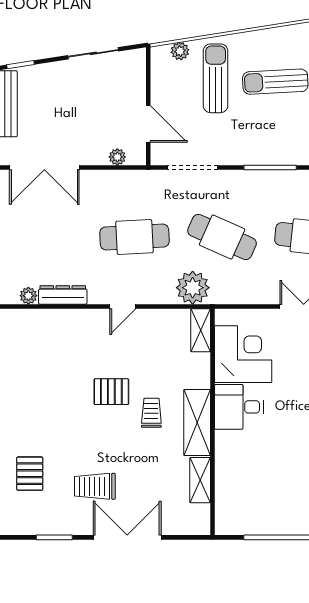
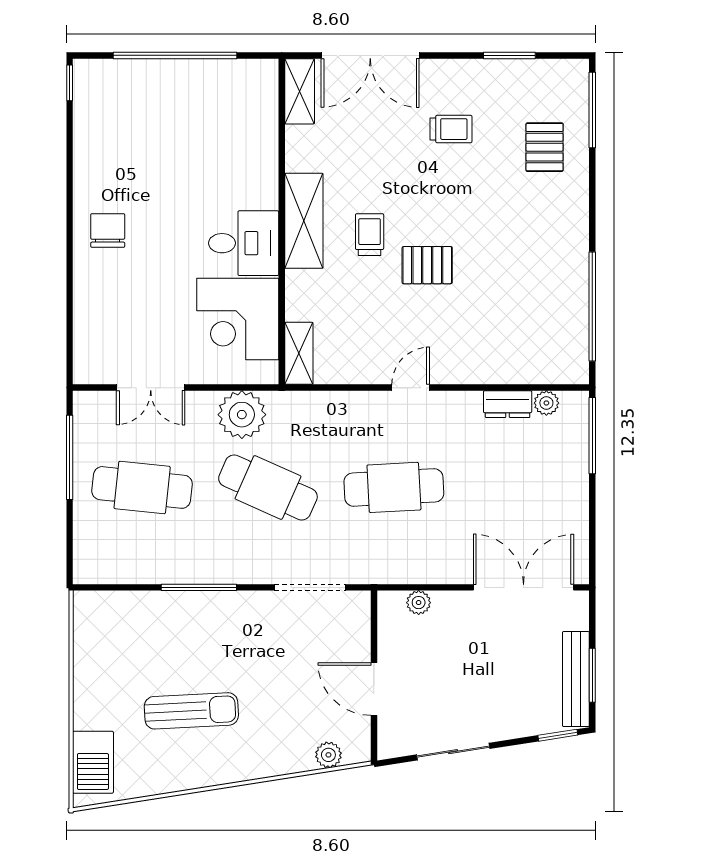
sun lounger: (216, 78) -> (277, 716), removed
door: (148, 124) -> (374, 689), moved
plant: (193, 288) -> (242, 415), moved
dresser: (63, 295) -> (508, 404), width x0.70
trolley: (151, 413) -> (370, 235), turned 180
shelving: (200, 480) -> (300, 91), moved
trolley: (95, 486) -> (451, 129), width x0.73, depth x0.72
double door: (127, 537) -> (370, 55), moved

